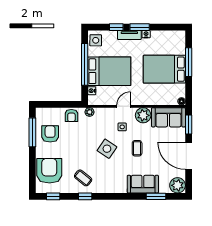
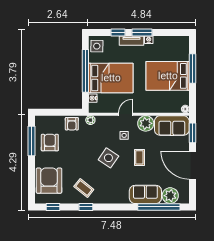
plant: (178, 185) -> (170, 196), moved
window: (156, 196) -> (159, 207), width x2.11

